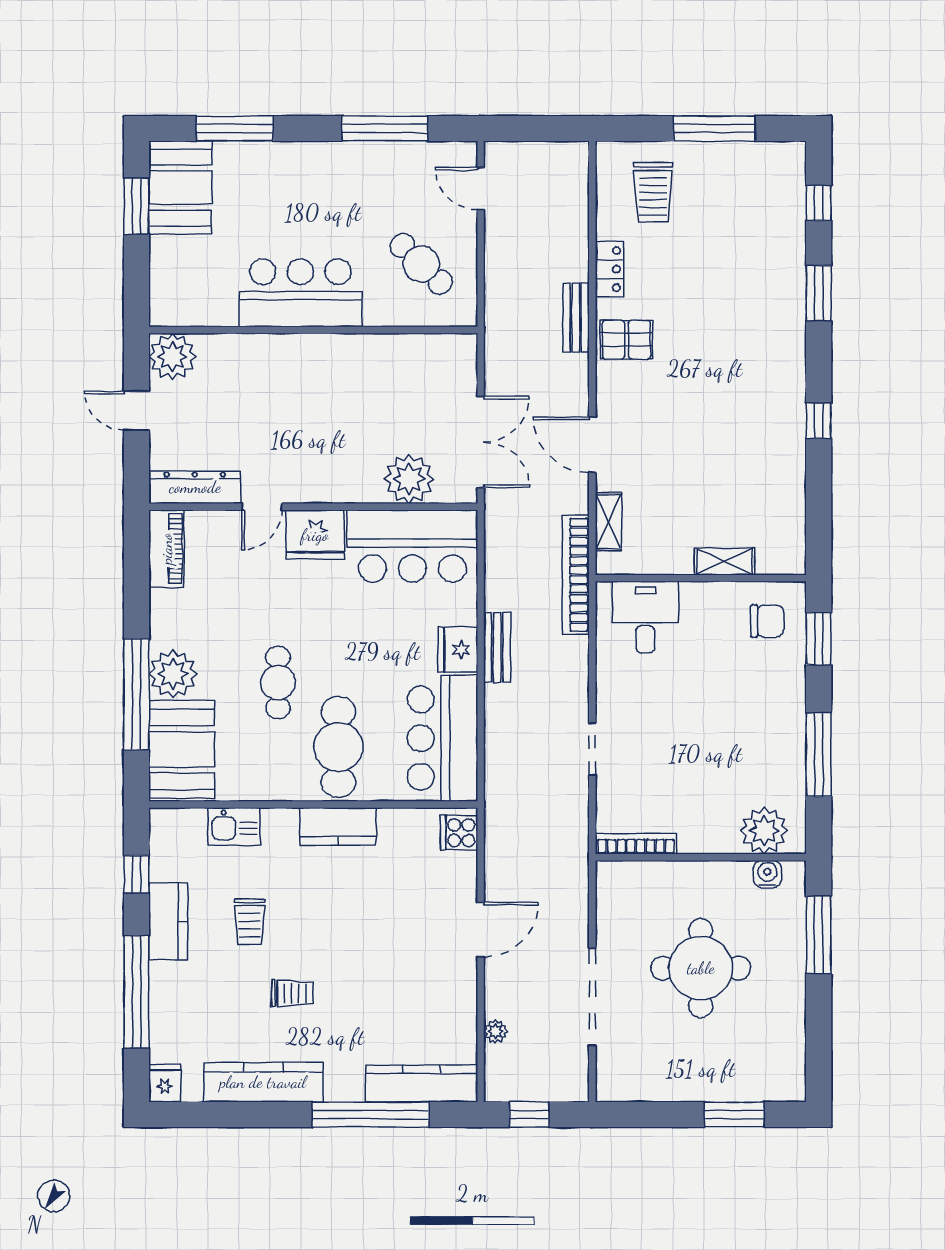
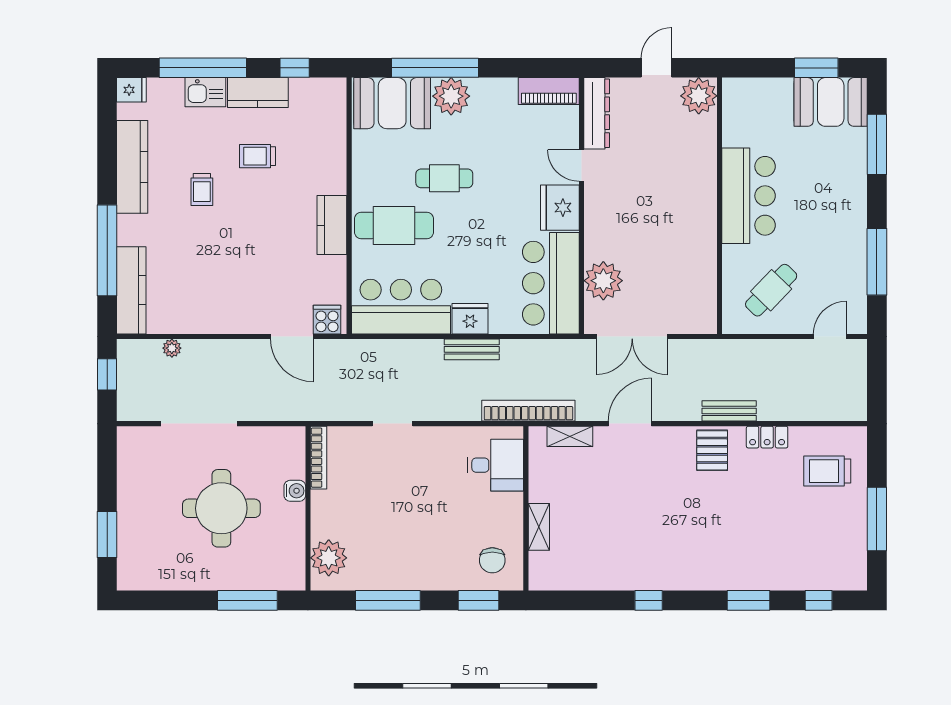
kitchen sink: (234, 826) -> (205, 92), moved, turned -90
water cooler: (767, 874) -> (295, 491), moved
door: (481, 930) -> (292, 337), moved

